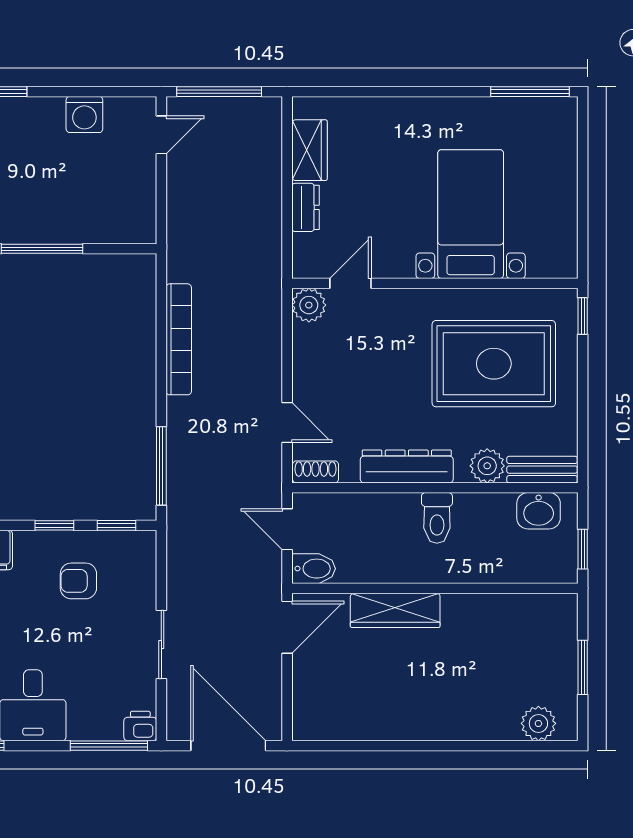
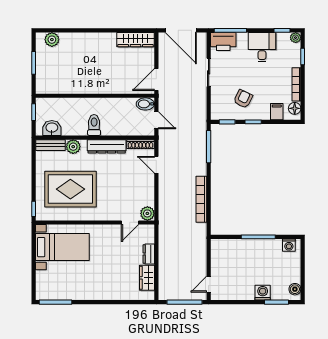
washing machine: (84, 114) -> (263, 293), moved
bed with nightstands: (471, 214) -> (62, 247), moved, turned -90
shoe rack: (316, 472) -> (140, 144), width x1.43
armchair: (78, 581) -> (243, 99), turned -64
wardrobe: (395, 610) -> (136, 40), moved, turned 180
printer: (140, 726) -> (223, 41), width x1.87, depth x1.48

